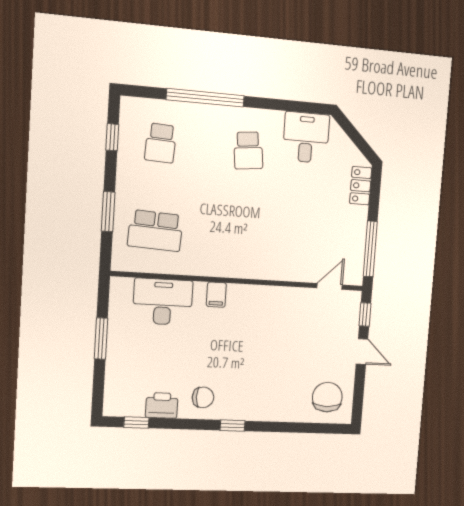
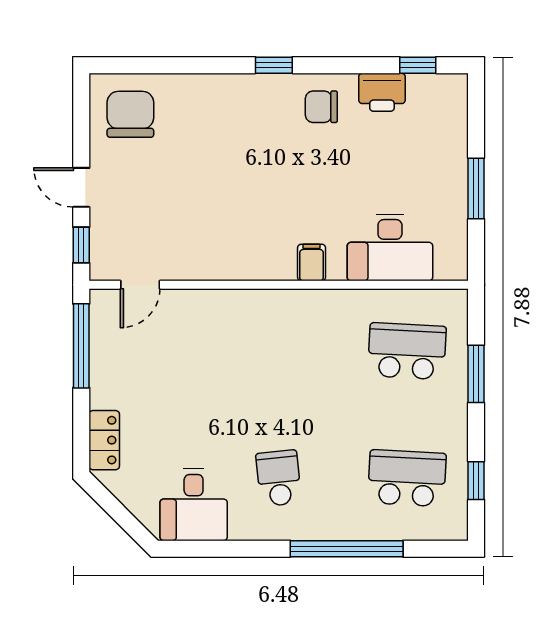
school desk: (161, 143) -> (407, 478), width x1.85
chair: (327, 397) -> (130, 114), turned 180

